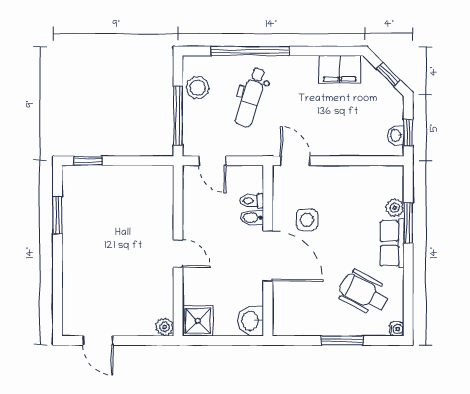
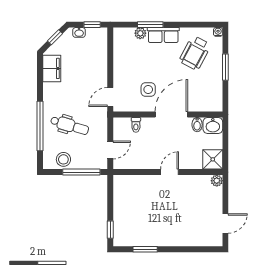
washbasin: (396, 135) -> (79, 32), moved
bidet: (252, 217) -> (197, 125), moved

